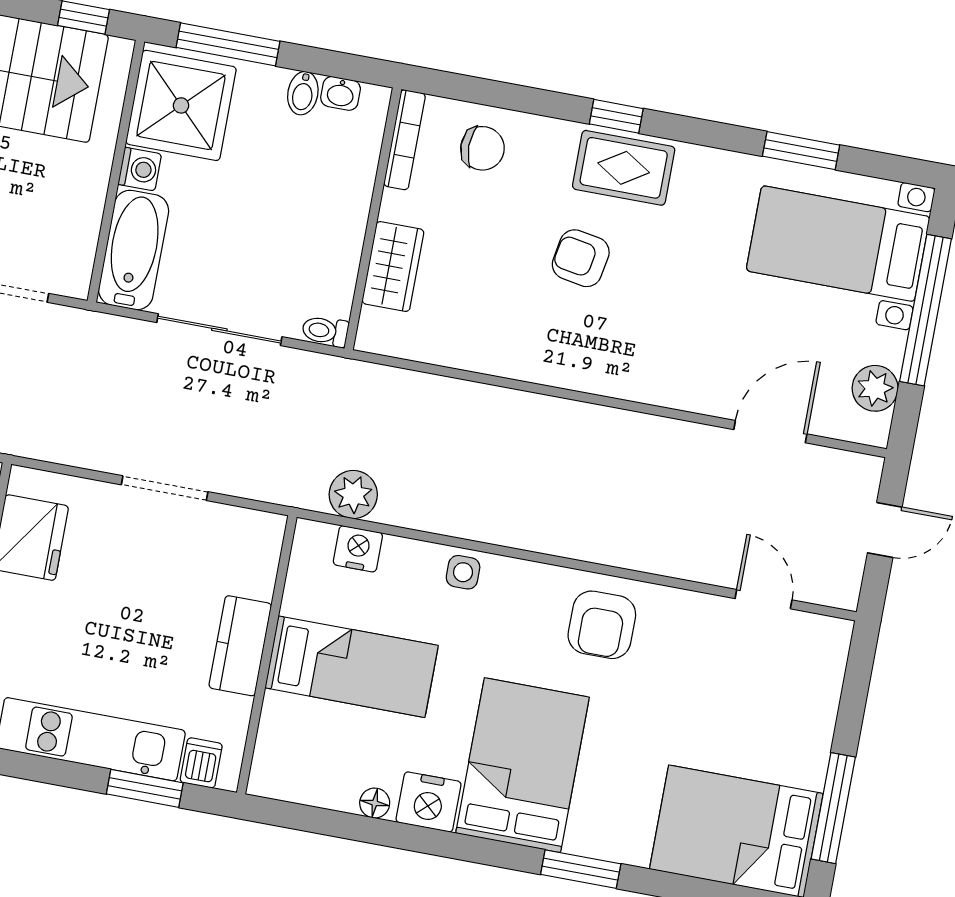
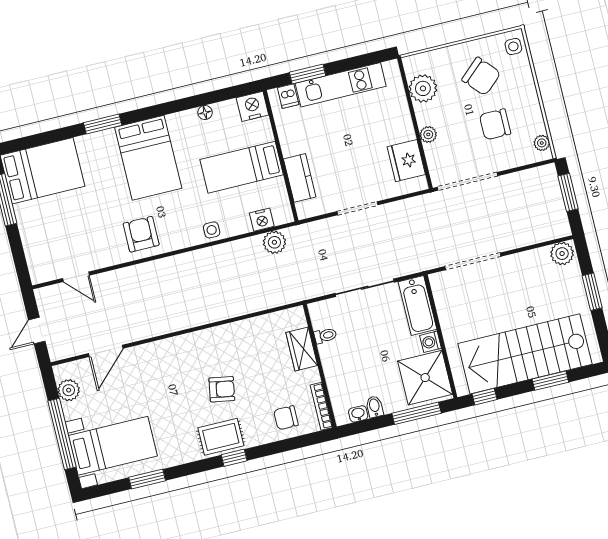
toilet: (325, 331) -> (325, 336), moved
kitchen counter: (240, 646) -> (300, 178), moved
nightstand: (429, 802) -> (252, 106), moved

